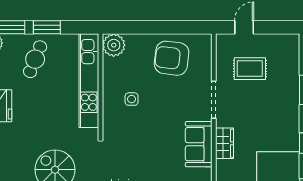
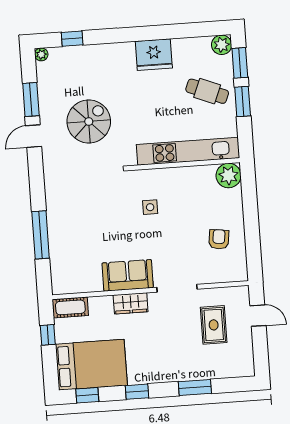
armchair: (172, 58) -> (219, 239), width x0.53, depth x0.53
side table: (132, 99) -> (150, 207), moved

